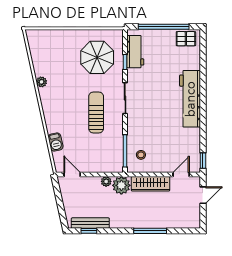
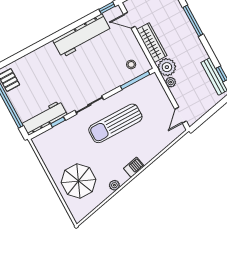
workbench: (135, 52) -> (44, 118), width x1.38
parasol: (97, 57) -> (78, 181), moved
workbench: (190, 99) -> (82, 36), moved
sun lounger: (96, 113) -> (115, 123), width x1.36, depth x1.34
barbecue: (56, 142) -> (134, 167), moved

